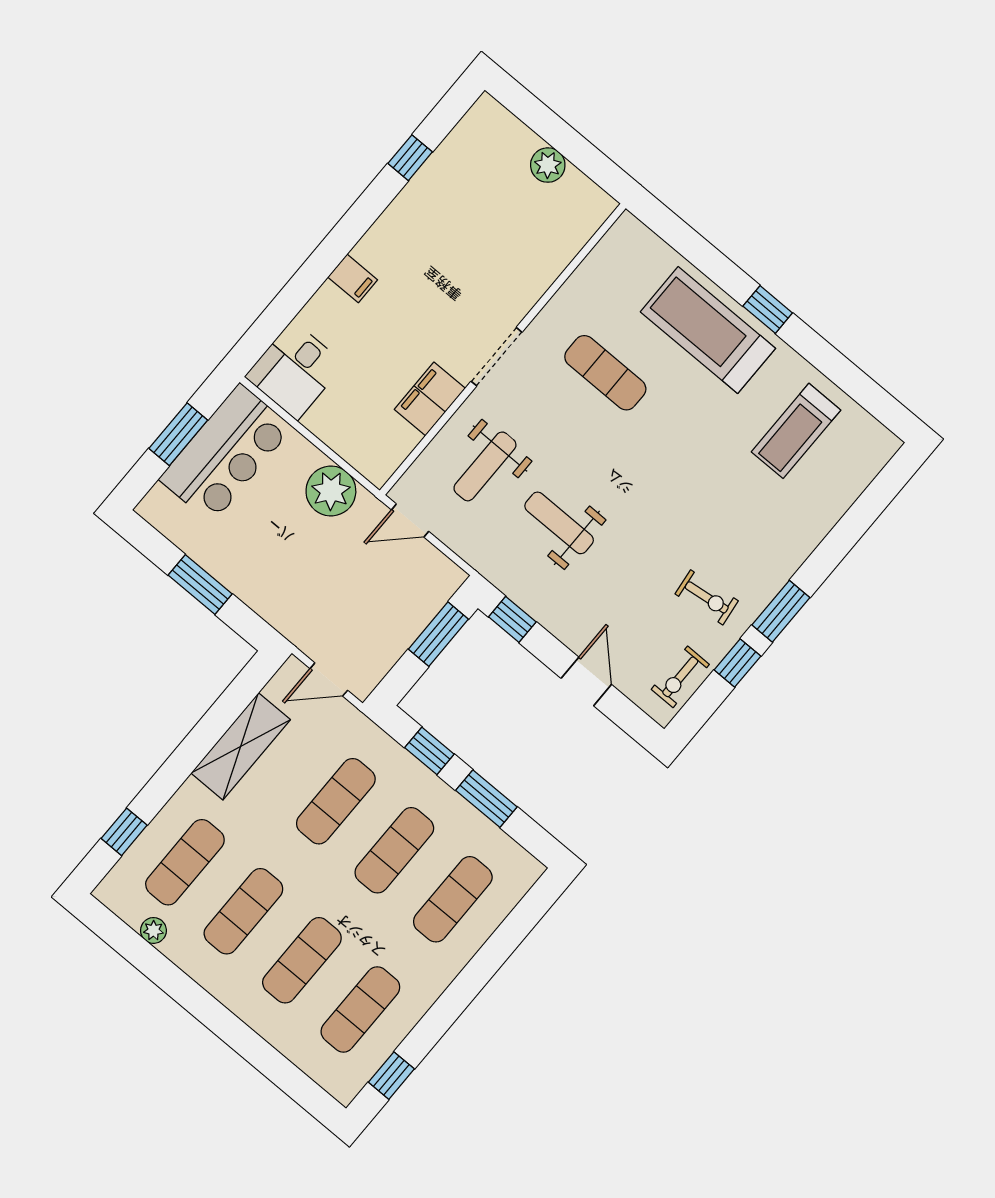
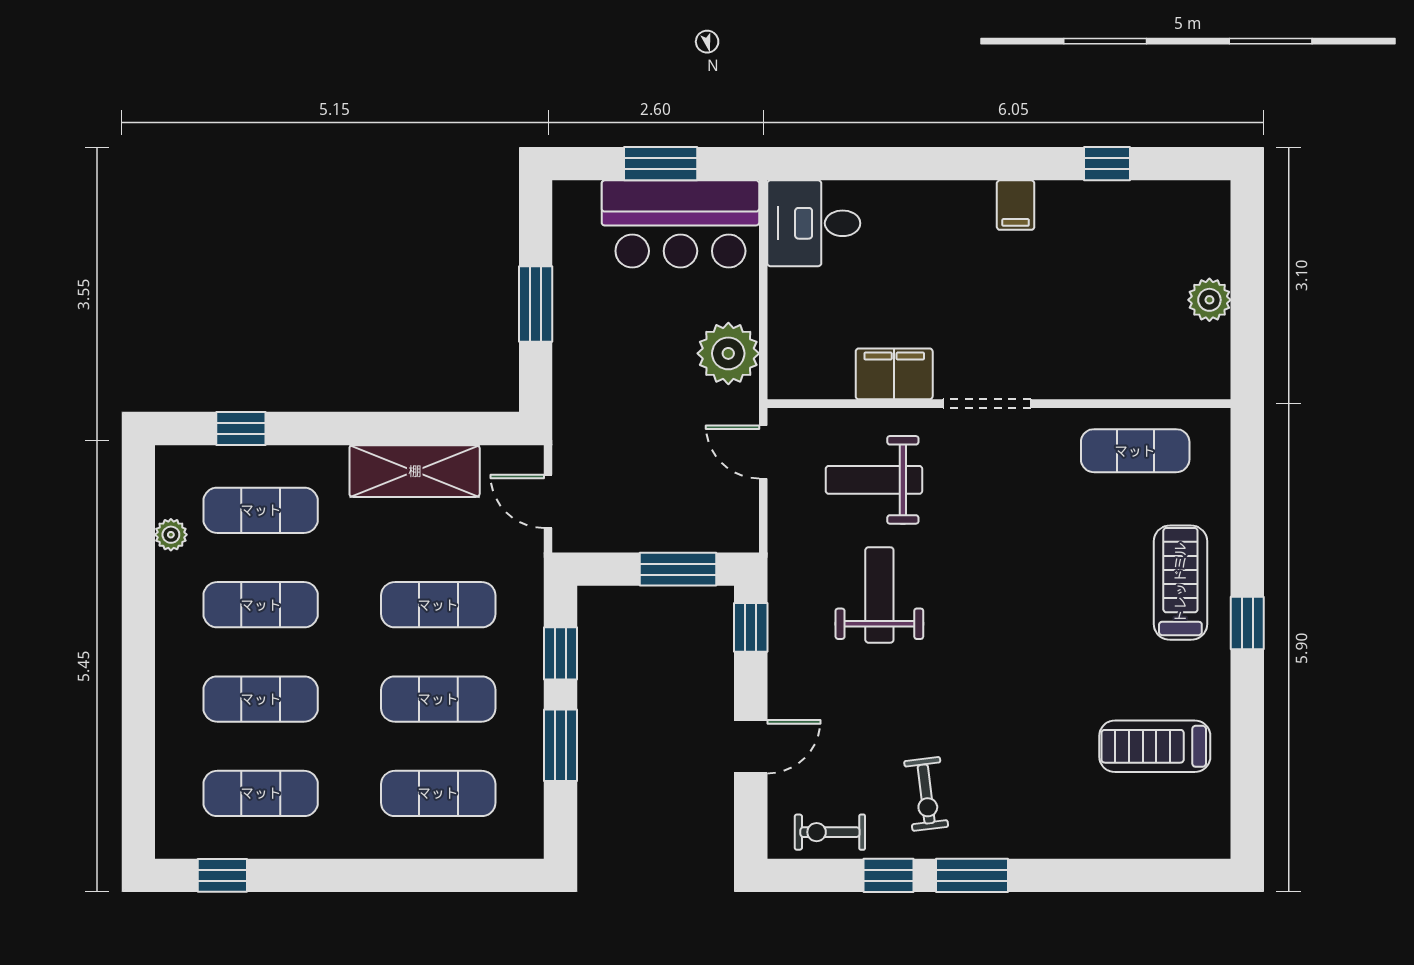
filing cabinet: (353, 278) -> (1016, 205), moved
treadmill: (708, 330) -> (1180, 583), width x0.73, depth x0.73
exercise mat: (605, 373) -> (1135, 451), moved, turned 90

